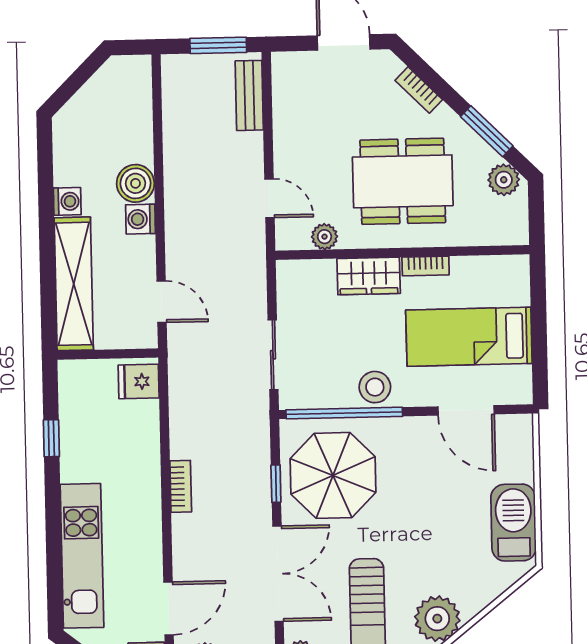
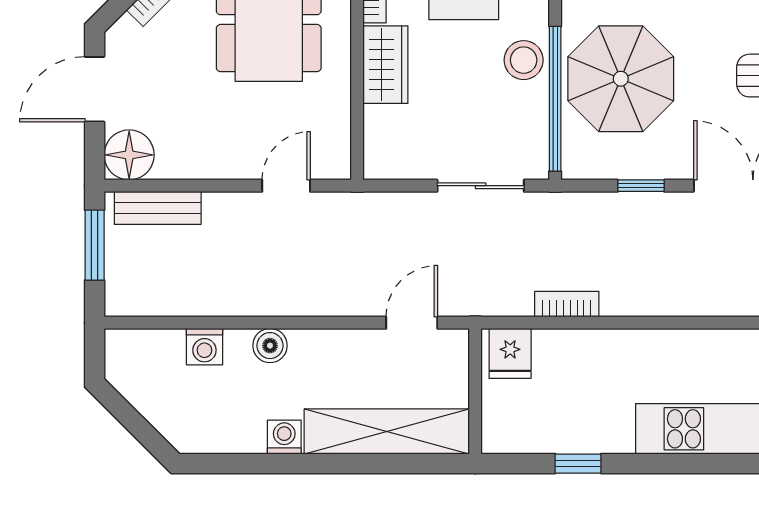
floor lamp: (291, 72) -> (129, 155), added
boiler: (135, 183) -> (270, 346), width x0.73, depth x0.73
washing machine: (140, 219) -> (204, 347), moved
plant: (324, 237) -> (335, 118), removed
parasol: (333, 475) -> (621, 79), moved
bookcase: (181, 486) -> (567, 304), moved

